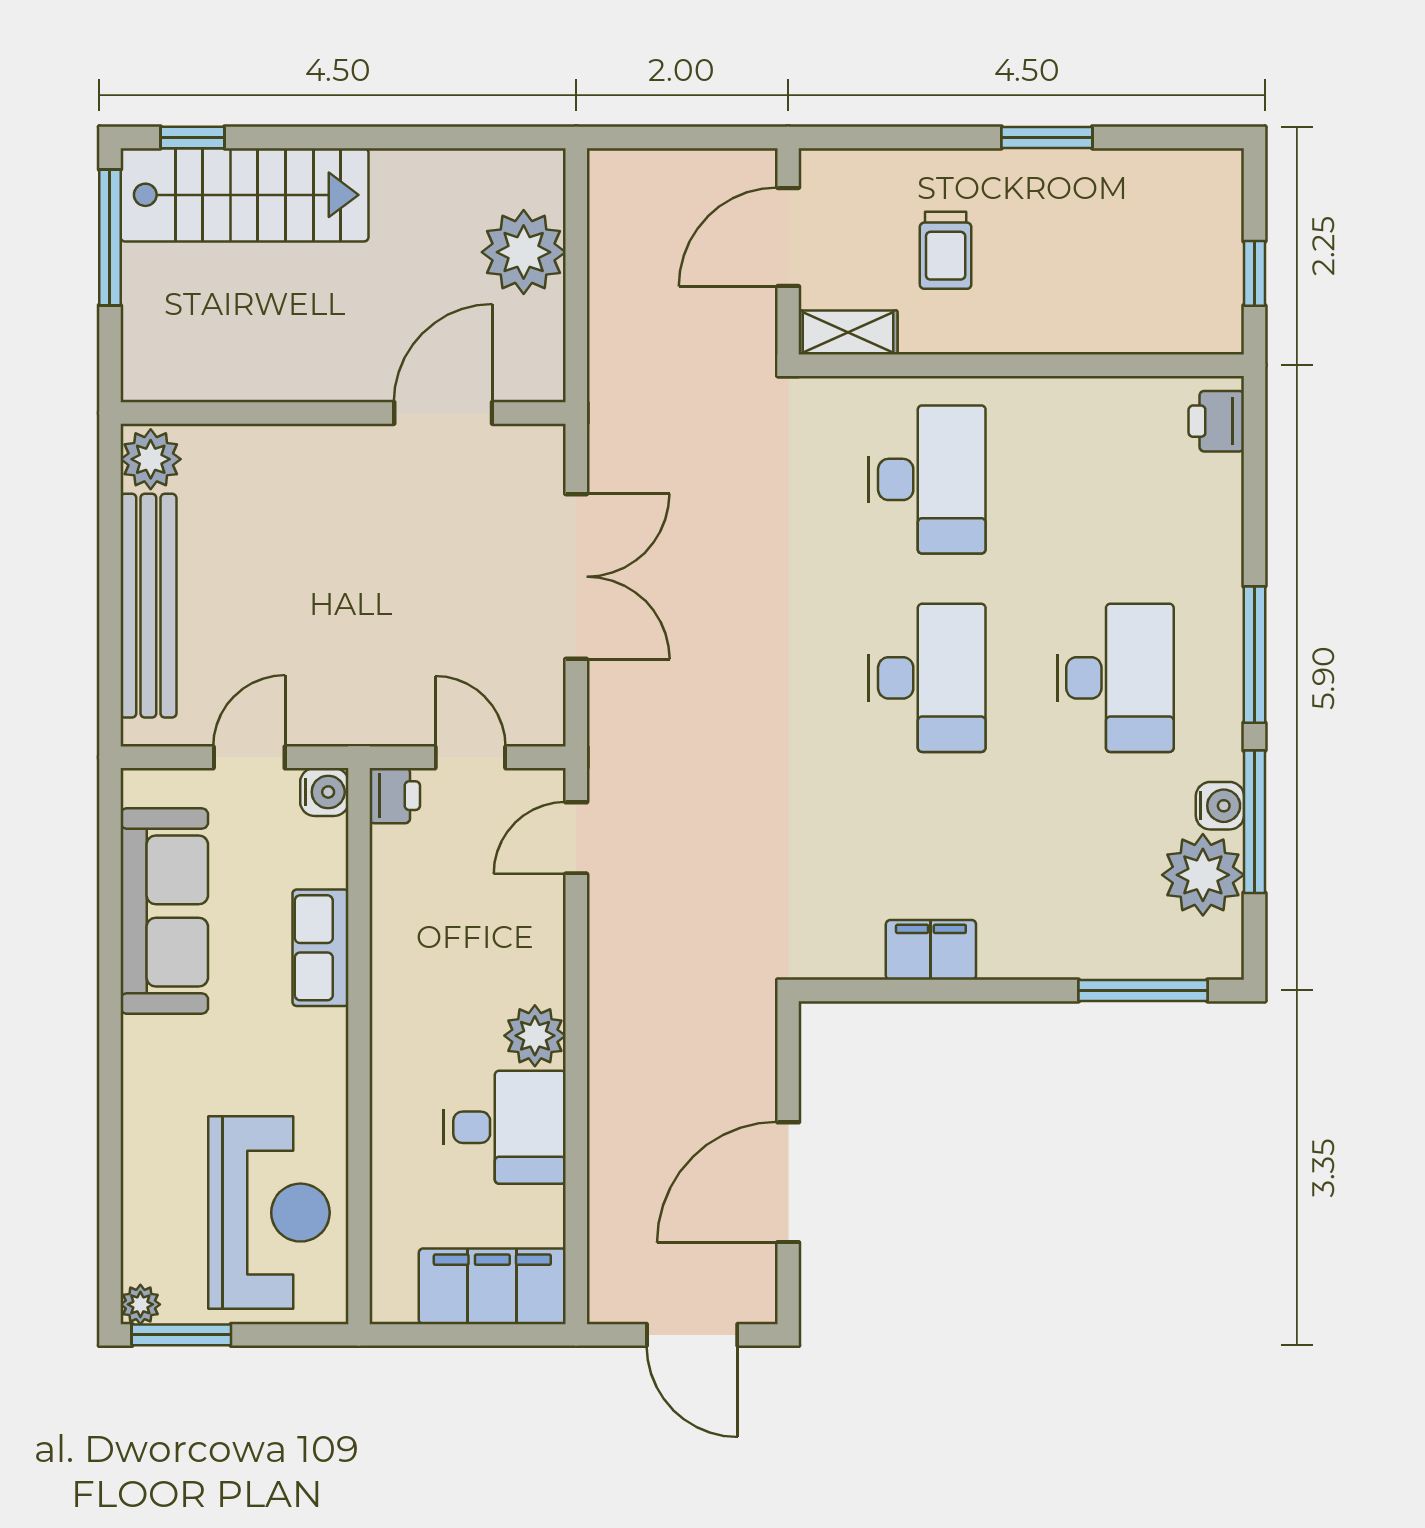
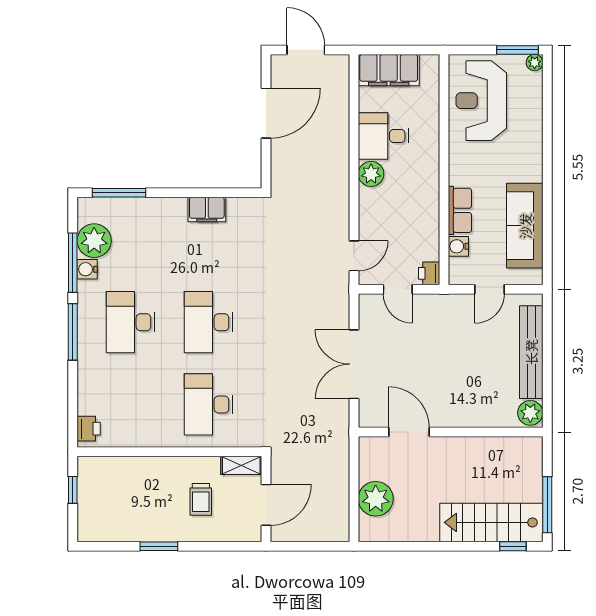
trolley: (946, 250) -> (201, 499), turned 180
door: (443, 413) -> (409, 432), swing flipped
water cooler: (324, 792) -> (458, 246), moved

